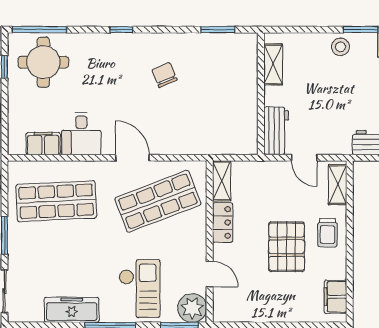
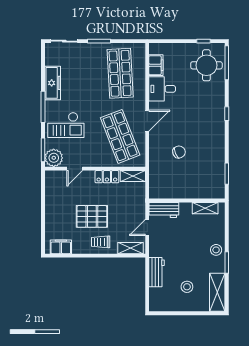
chair: (164, 75) -> (179, 152), moved

